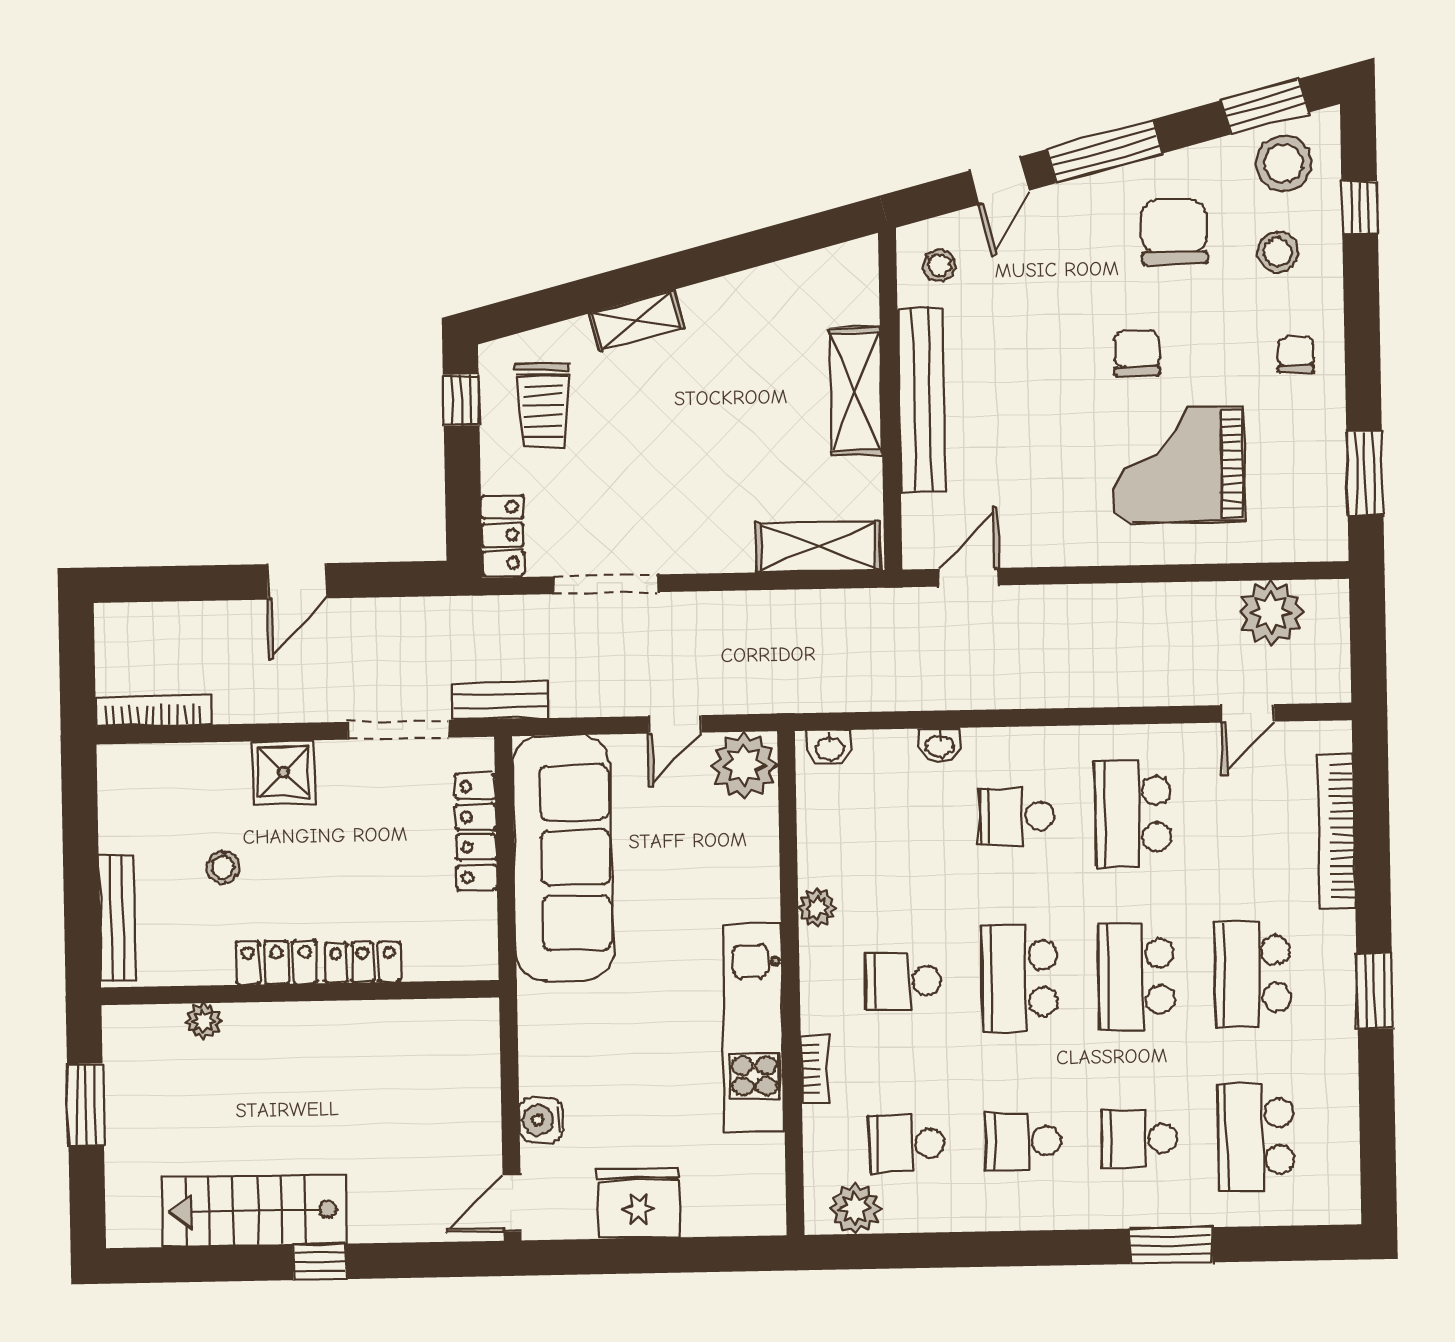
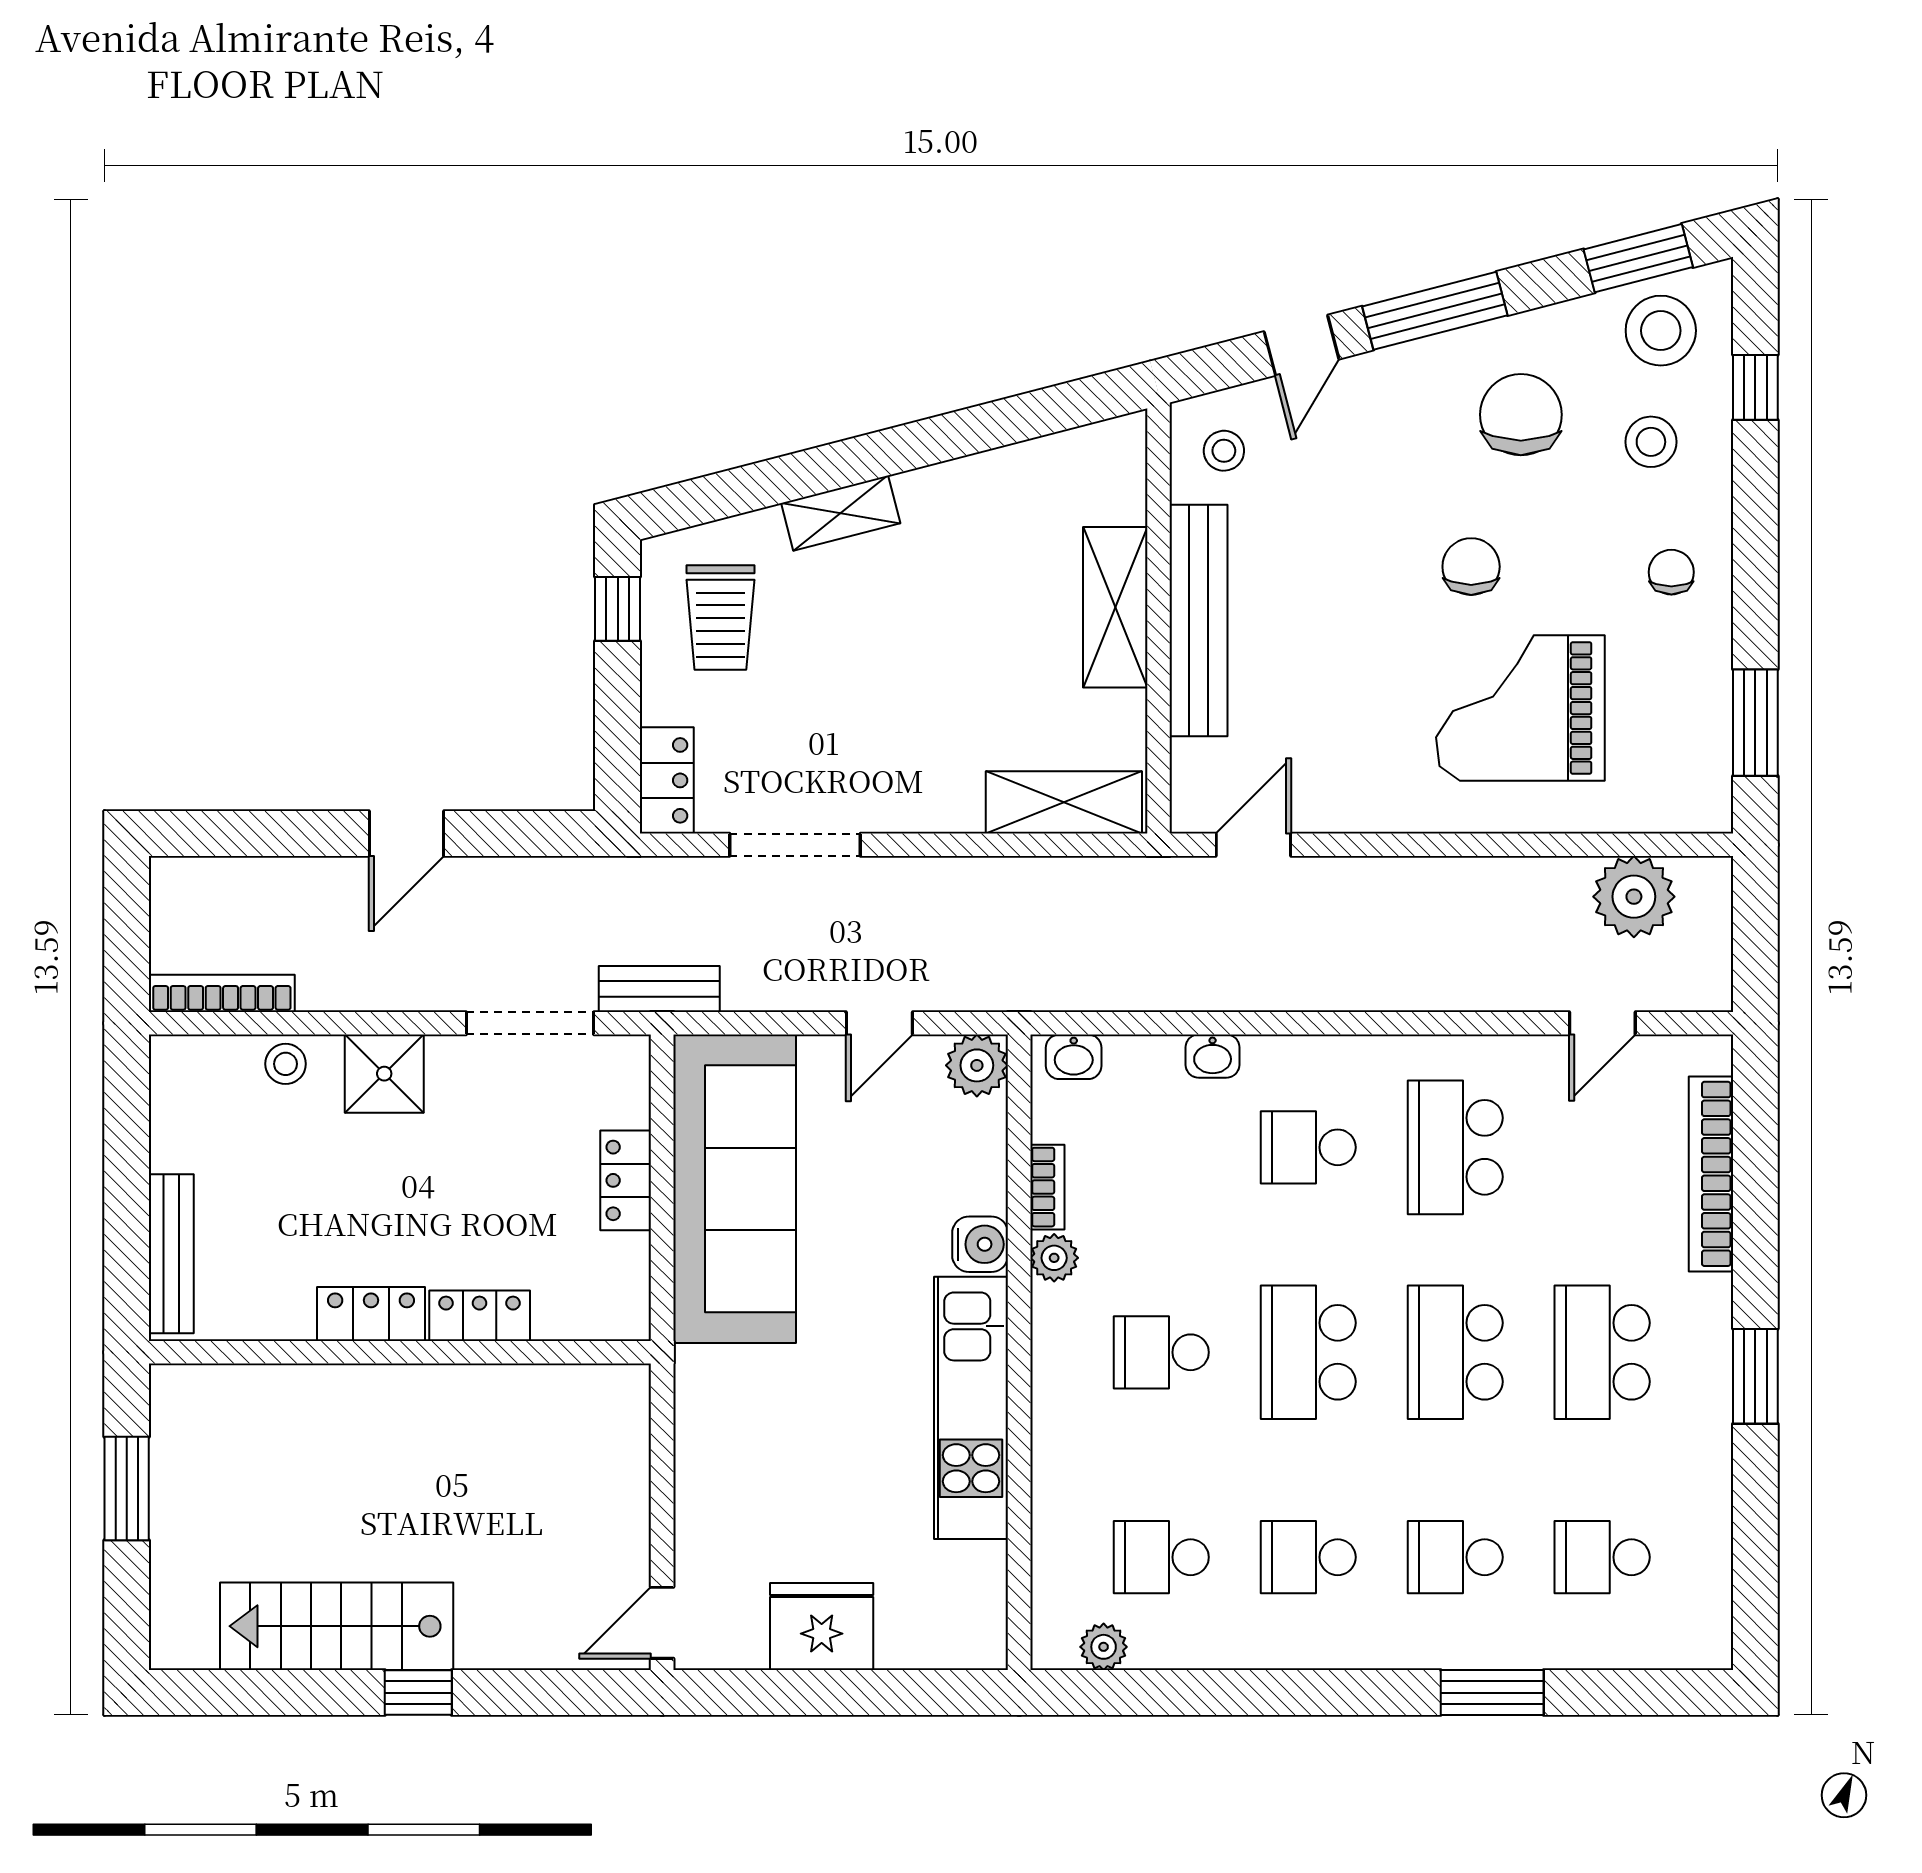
plant: (744, 766) -> (977, 1065), width x0.73, depth x0.73
locker: (476, 832) -> (626, 1180), width x0.66
stool: (223, 867) -> (286, 1064), moved
plant: (204, 1021) -> (278, 1386), removed
bookcase: (815, 1069) -> (1047, 1187), moved
water cooler: (541, 1120) -> (980, 1244), moved, turned 180
school desk: (1256, 1137) -> (1602, 1557), width x0.54
plant: (855, 1208) -> (1104, 1647), width x0.73, depth x0.73

